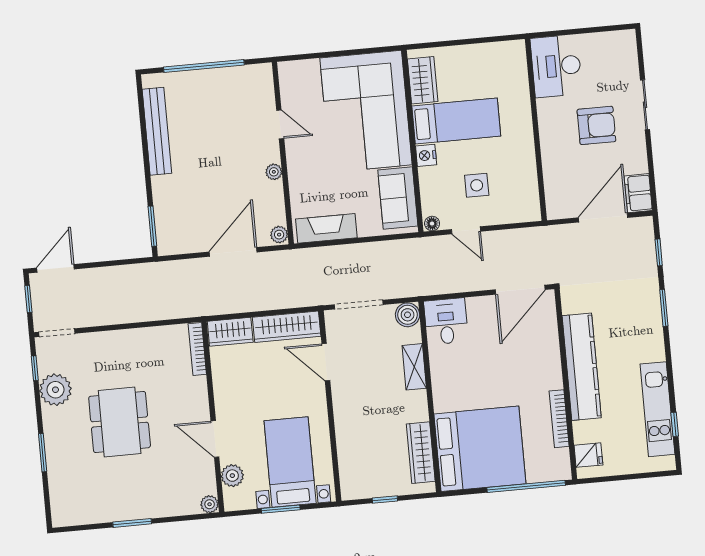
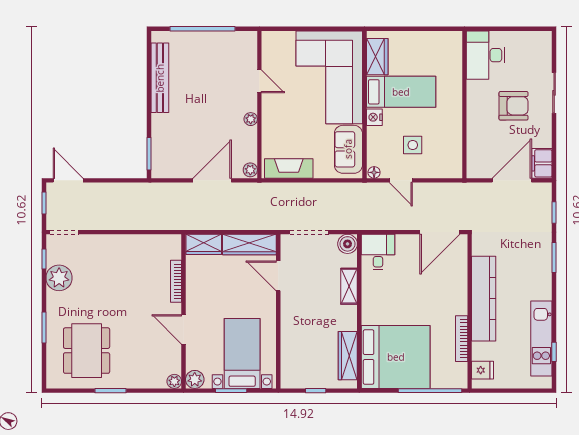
door: (56, 268) -> (68, 180), hinge flipped
bookcase: (197, 349) -> (176, 281), moved
dining table: (120, 422) -> (87, 351), moved
plant: (232, 476) -> (195, 379), moved

